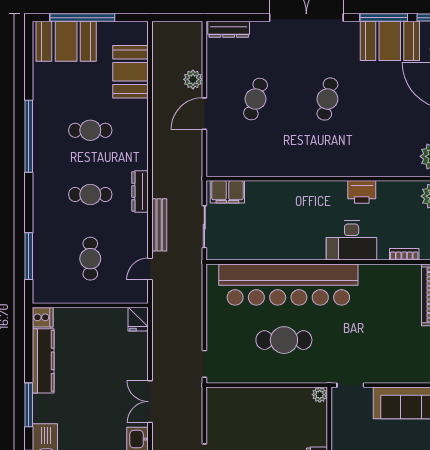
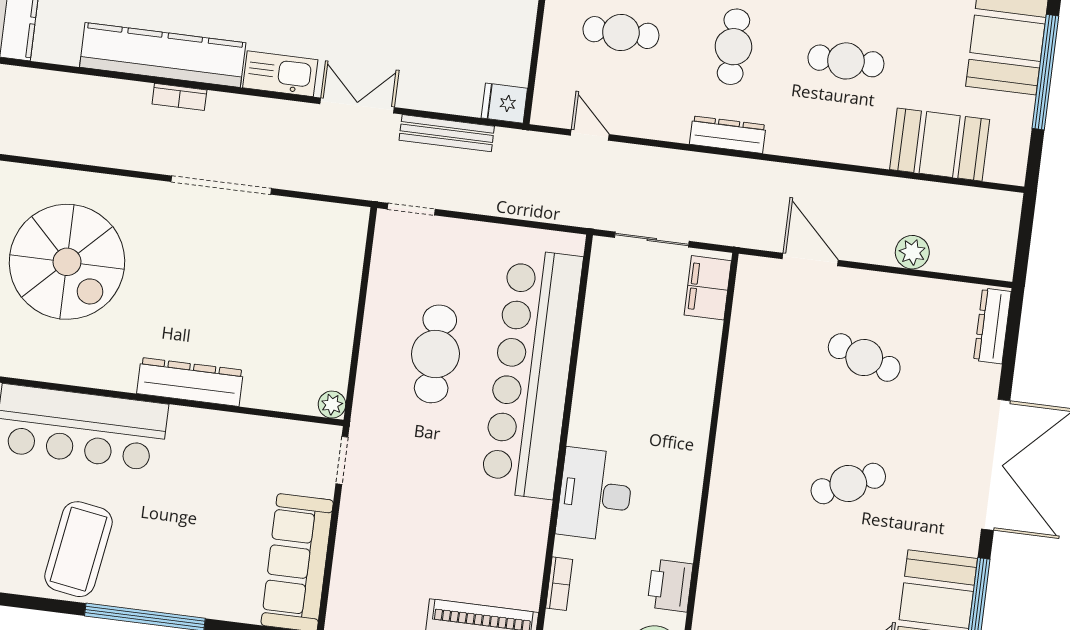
cafe table: (327, 99) -> (848, 484), turned -36
door: (204, 114) -> (810, 260), moved
cafe table: (90, 130) -> (846, 61), turned 90
printer: (362, 192) -> (670, 586), moved
bench: (159, 225) -> (447, 133), moved

